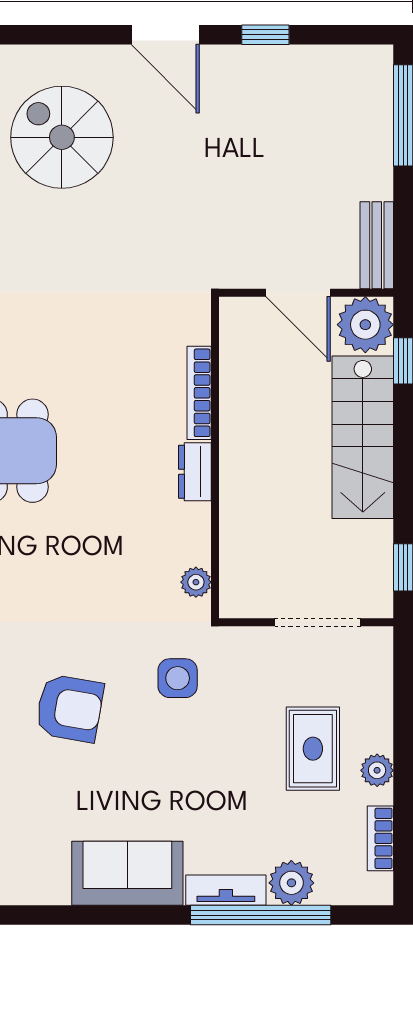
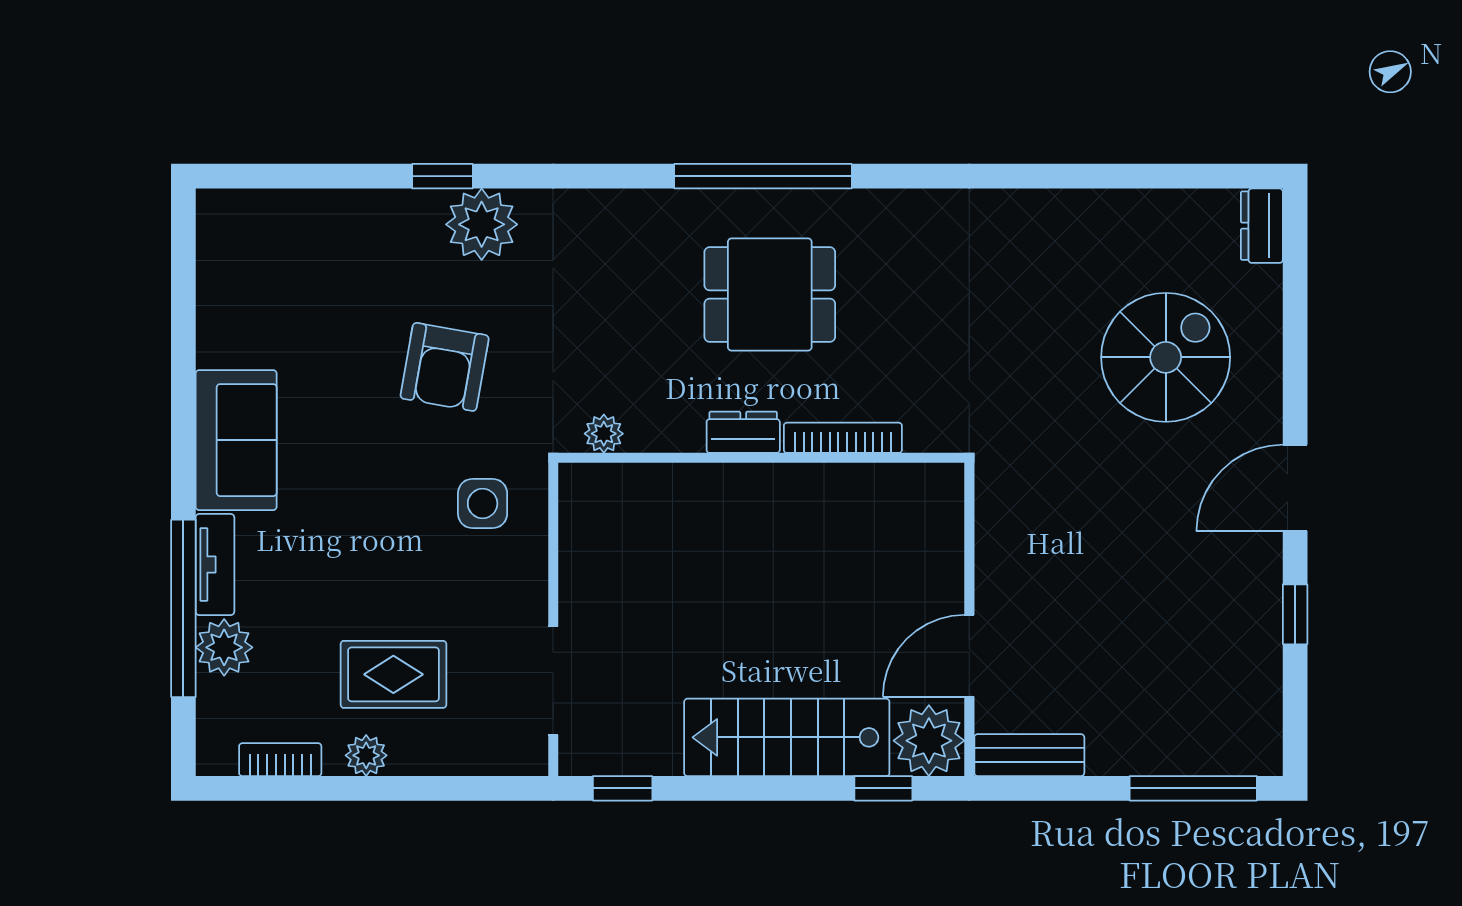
bookcase: (199, 393) -> (843, 438), moved
wall: (215, 457) -> (761, 458), moved
dresser: (195, 472) -> (743, 432), moved
plant: (196, 582) -> (604, 434), moved

